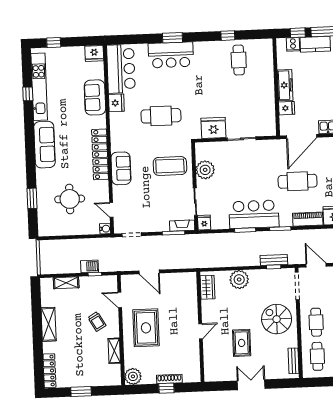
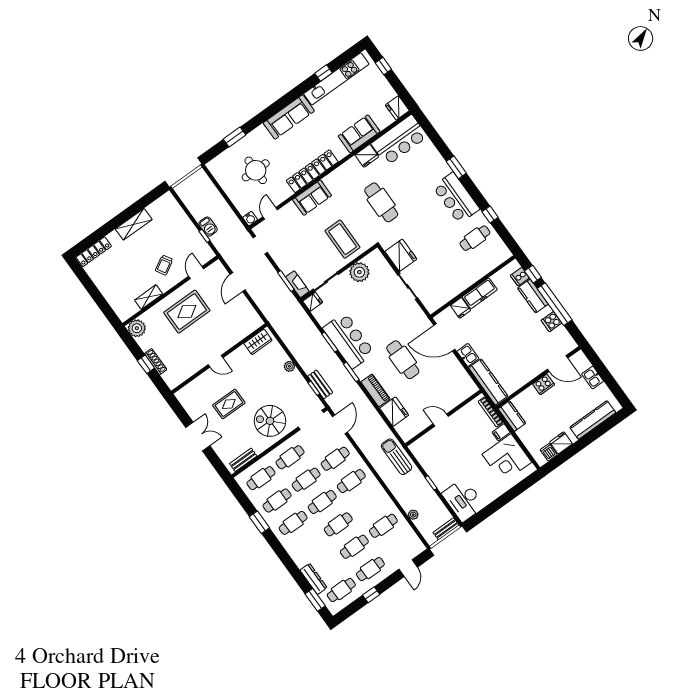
bar counter: (171, 55) -> (456, 198), moved
plant: (239, 280) -> (289, 366), width x0.53, depth x0.53
shelving: (66, 283) -> (180, 216), removed
spiral stairs: (277, 319) -> (270, 421), turned -90
window: (81, 392) -> (94, 292), removed

